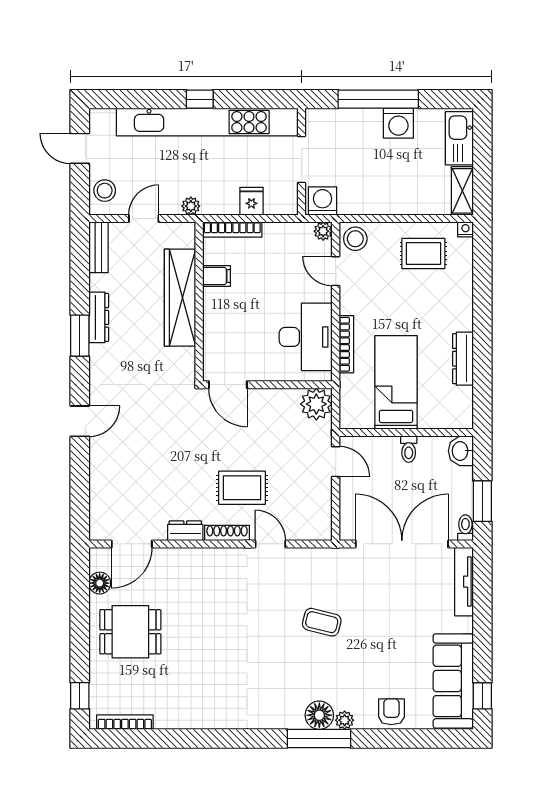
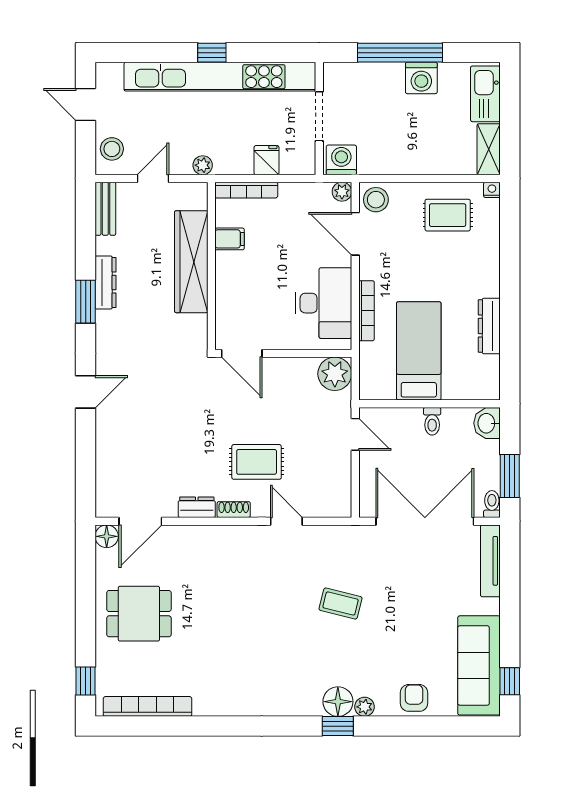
door: (336, 271) -> (355, 234), width x1.38
shoe rack: (227, 533) -> (234, 510), width x0.70
floor lamp: (100, 583) -> (107, 536), moved
bookcase: (125, 722) -> (147, 706), width x1.48, depth x1.31
window: (319, 738) -> (338, 726), width x0.46

